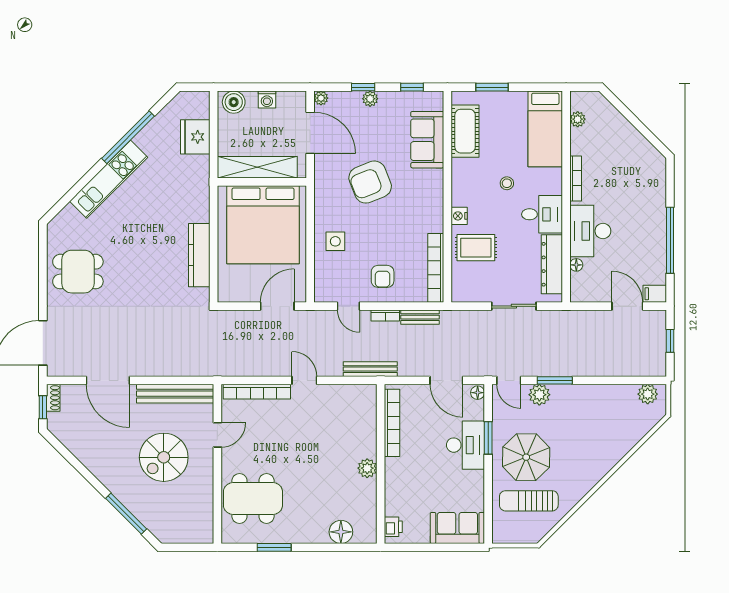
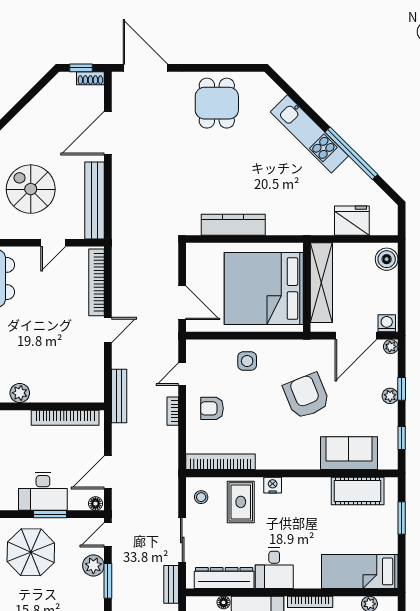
washing machine: (267, 100) -> (387, 323), moved, turned 90
stool: (507, 183) -> (201, 497), moved
bench: (420, 317) -> (171, 584), moved
door: (217, 435) -> (53, 243), hinge flipped

